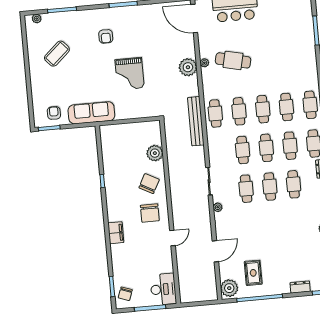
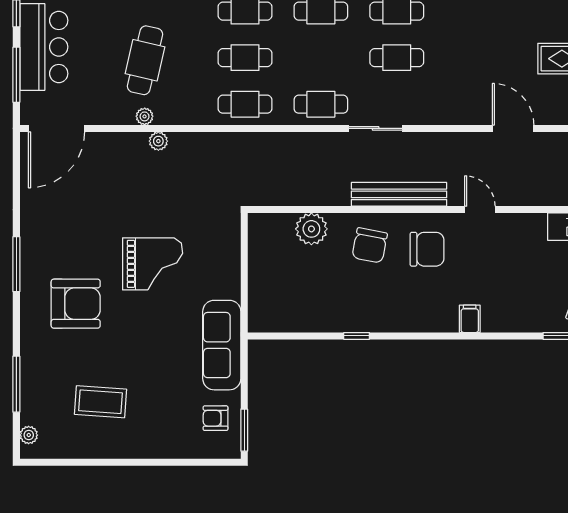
armchair: (106, 36) -> (76, 304), width x1.88, depth x1.88
coffee table: (57, 54) -> (100, 402), turned -44
plant: (188, 67) -> (158, 141), width x0.53, depth x0.53
bench: (196, 121) -> (399, 194), moved
cafe table: (243, 150) -> (321, 104), moved
chair: (149, 184) -> (370, 245), turned -107
plant: (218, 207) -> (428, 116), removed
filing cabinet: (116, 233) -> (470, 319), width x0.50

